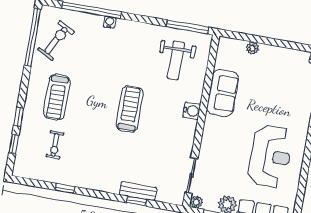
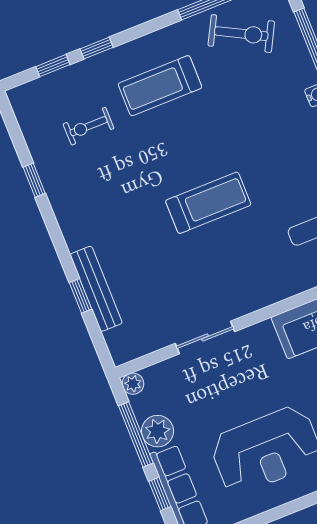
water cooler: (192, 111) -> (262, 295), removed
sliding door: (191, 175) -> (205, 338), moved
bench: (138, 191) -> (96, 289), width x1.36

